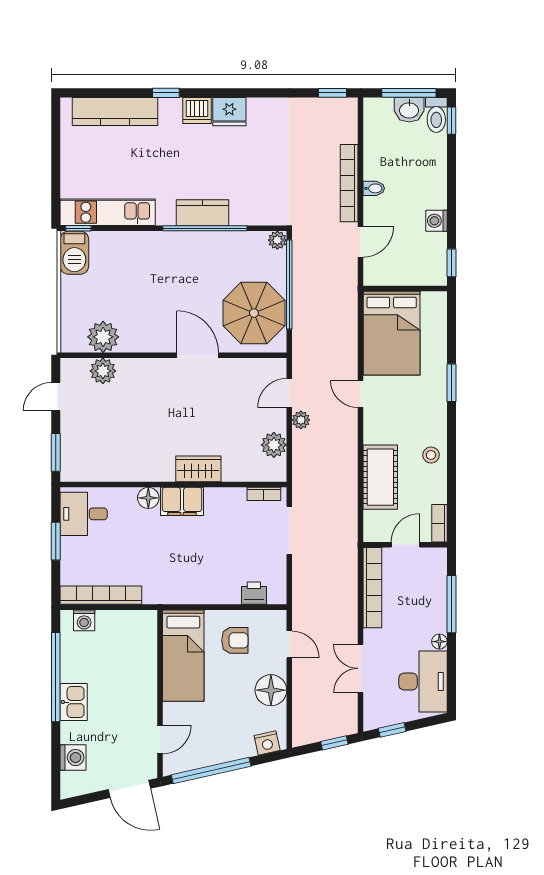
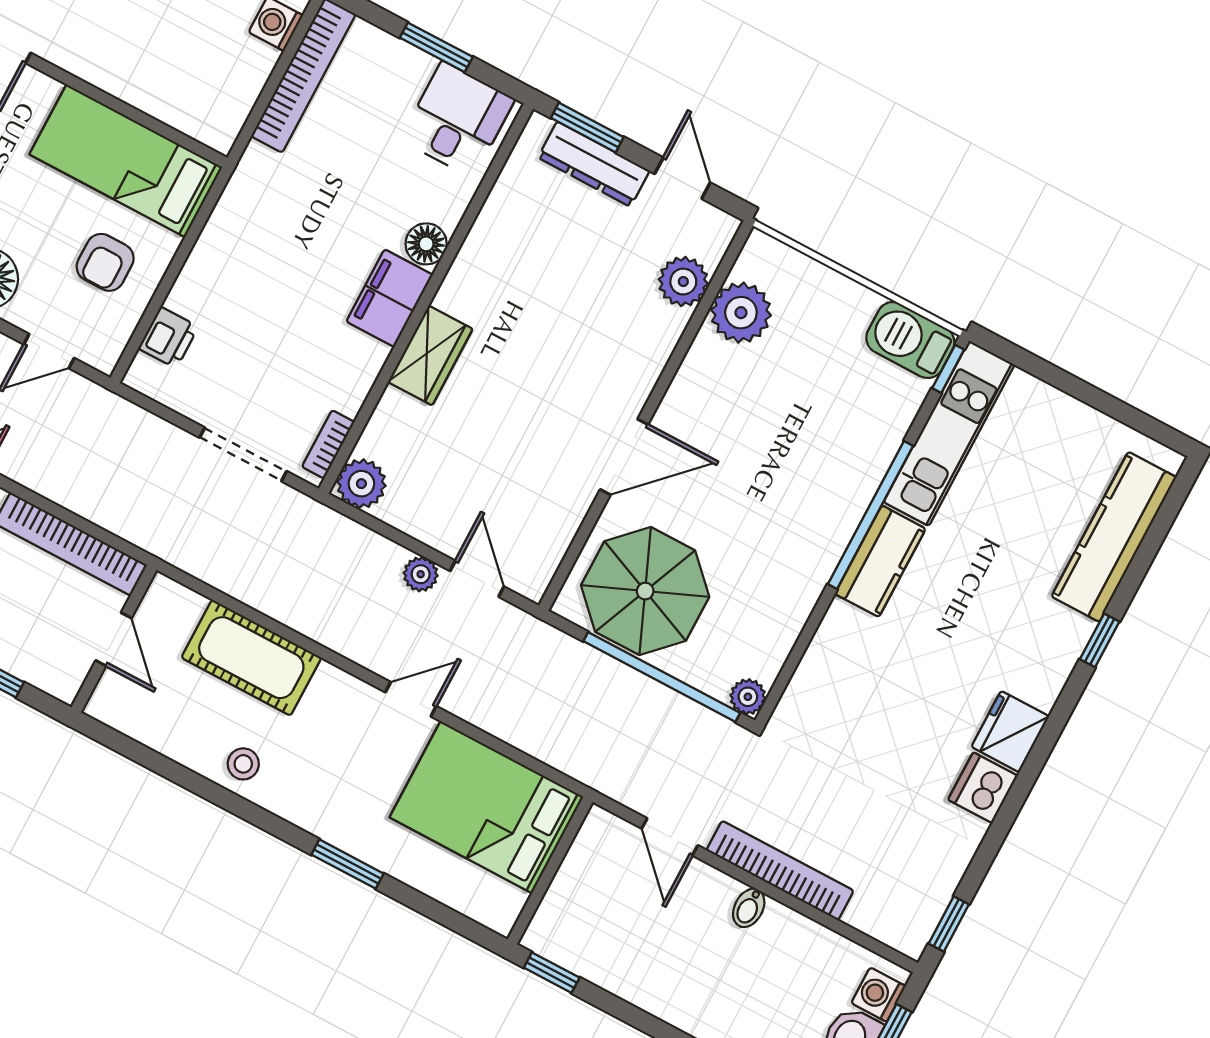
dishwasher: (197, 110) -> (983, 788), moved
kitchen counter: (202, 213) -> (880, 561), moved
washing machine: (436, 221) -> (878, 995), moved, turned -90
window: (205, 228) -> (870, 515), moved
dresser: (71, 441) -> (594, 164), added
plant: (274, 445) -> (361, 484), moved
bookcase: (439, 523) -> (120, 717), removed

